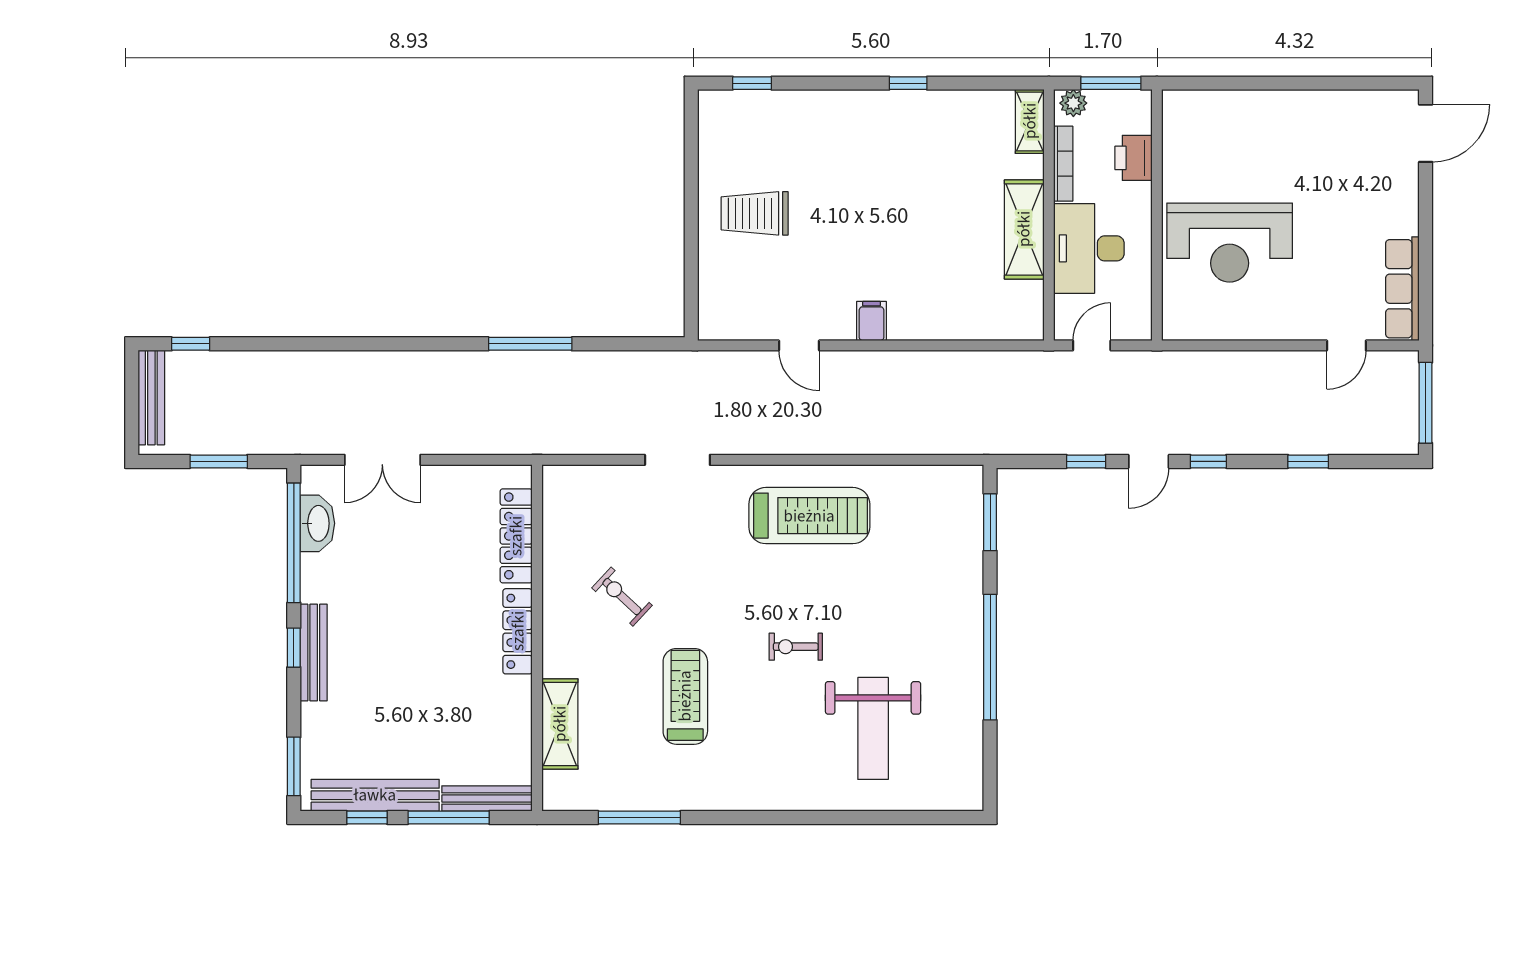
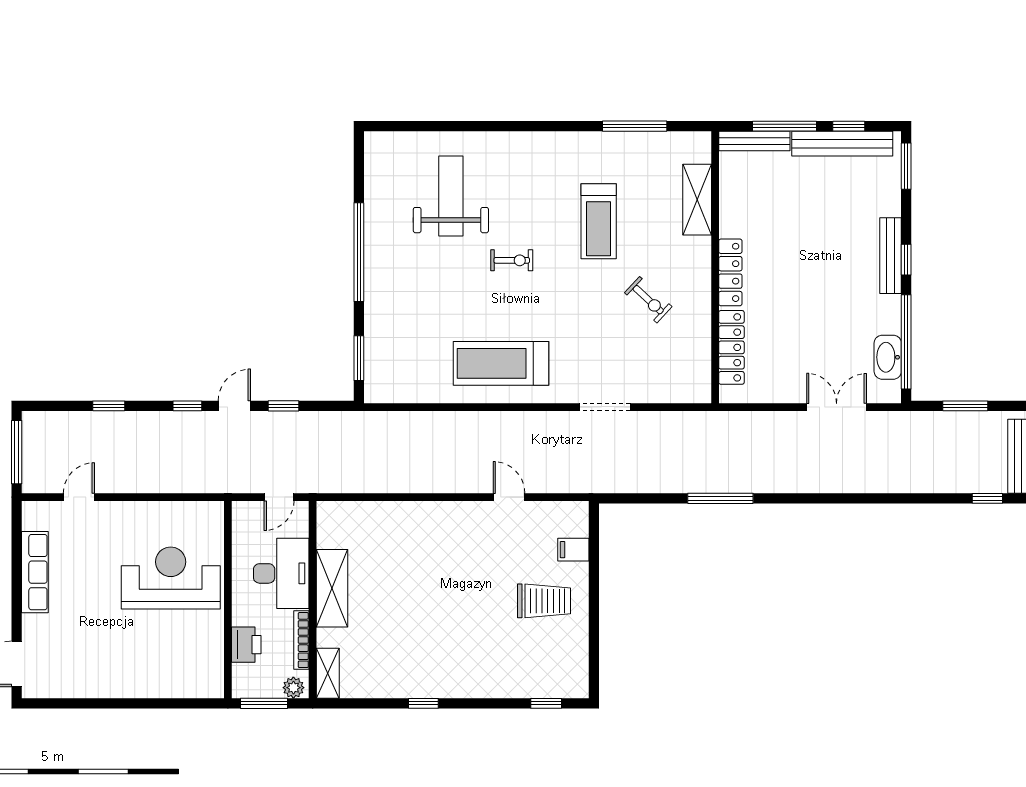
row of seats: (1402, 289) -> (35, 572), moved
filing cabinet: (872, 321) -> (573, 550), moved, turned 90

